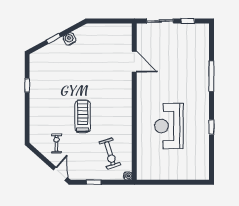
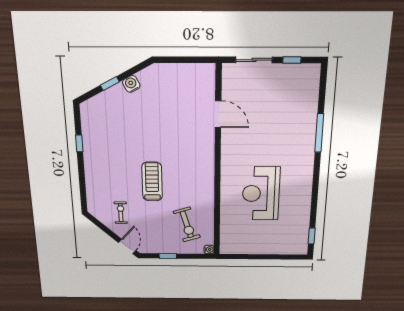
window: (211, 127) -> (312, 236), moved

